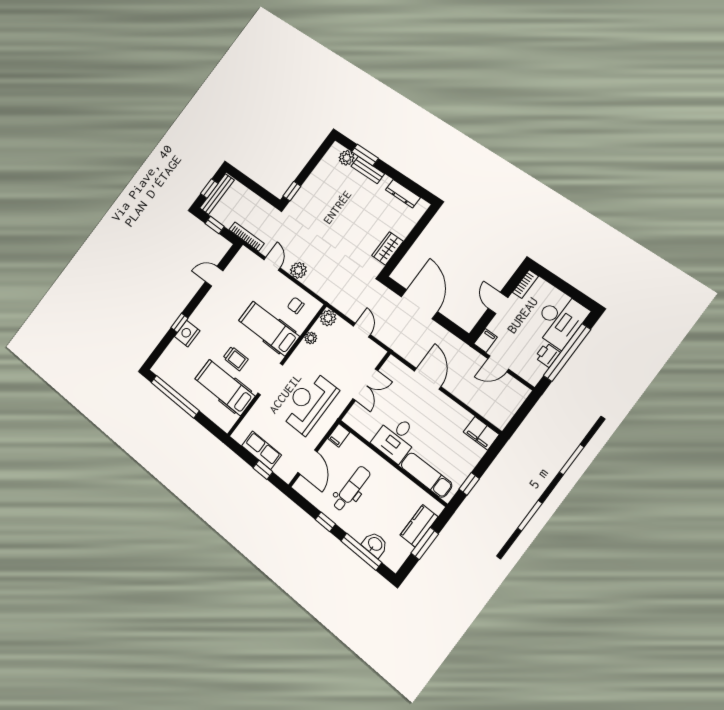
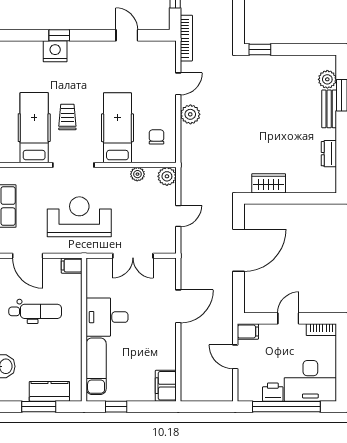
dresser: (403, 194) -> (329, 154), width x0.70
trolley: (235, 358) -> (67, 117), turned 180
door: (308, 462) -> (28, 256), hinge flipped

